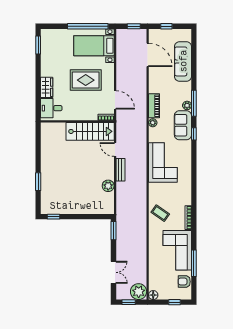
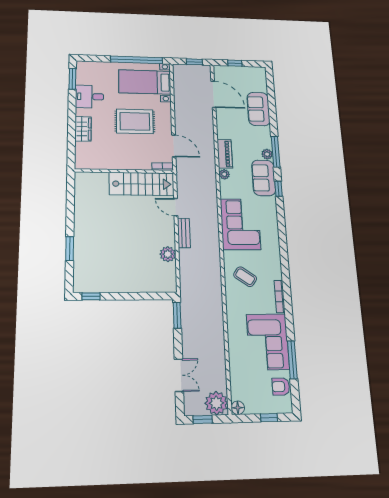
sofa: (183, 61) -> (259, 109), width x0.73
desk: (51, 108) -> (90, 97), moved
coffee table: (160, 213) -> (245, 277), moved

